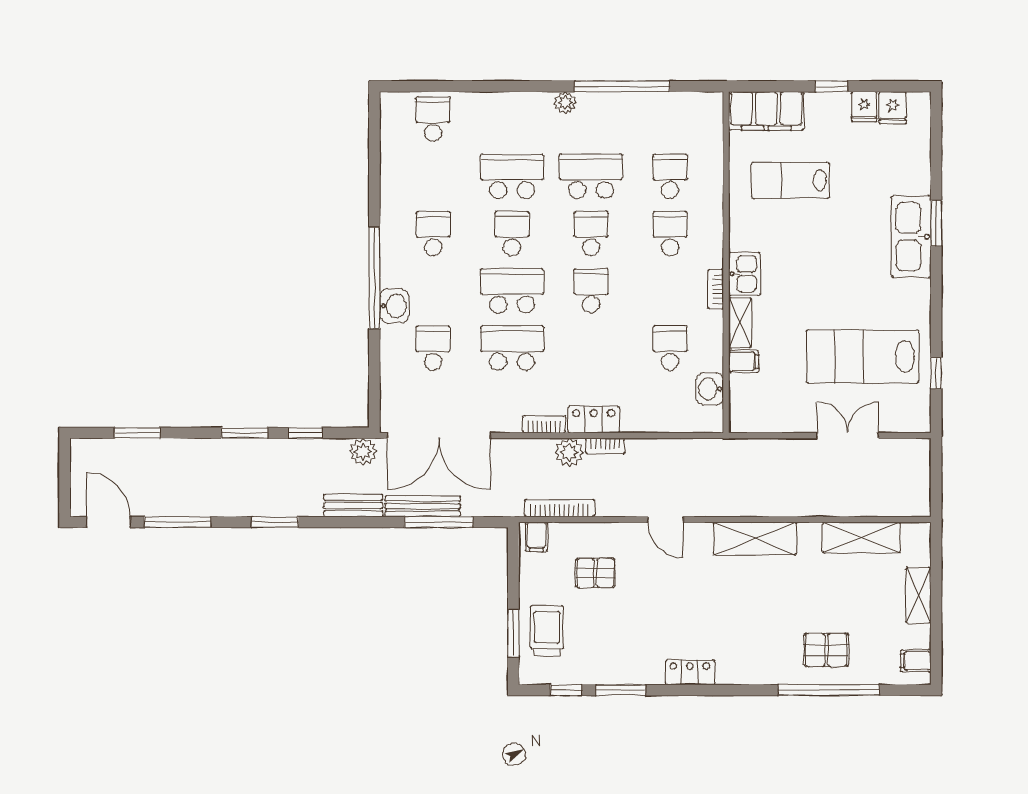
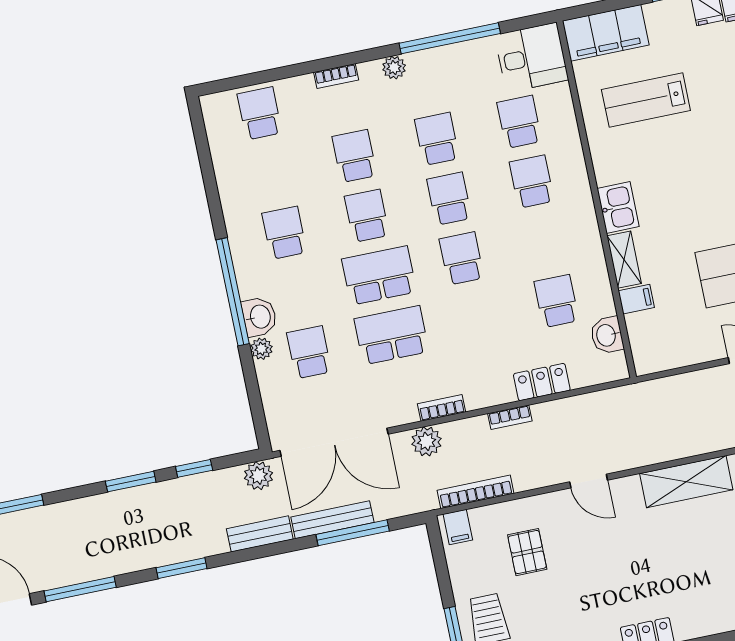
desk: (693, 119) -> (531, 57), added
school desk: (512, 176) -> (354, 156), width x0.54
school desk: (591, 176) -> (437, 139), width x0.54
bookcase: (716, 289) -> (336, 76), moved, turned -90
plant: (390, 336) -> (261, 349), added
locker: (594, 420) -> (542, 382), moved
plant: (569, 452) -> (427, 441), moved
pallet: (595, 573) -> (527, 552), turned 90

